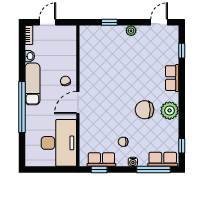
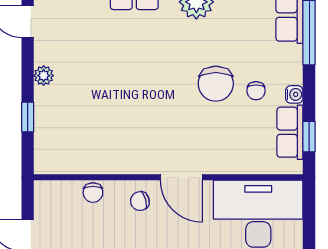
chair: (70, 56) -> (93, 193), added
chair: (145, 110) -> (216, 84), moved
water cooler: (133, 162) -> (294, 94), moved

